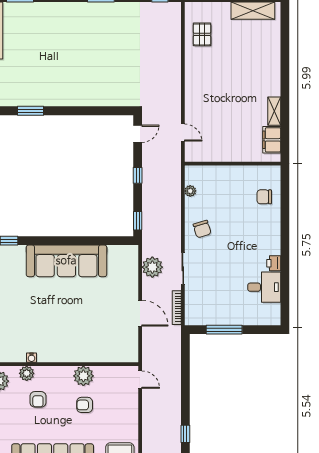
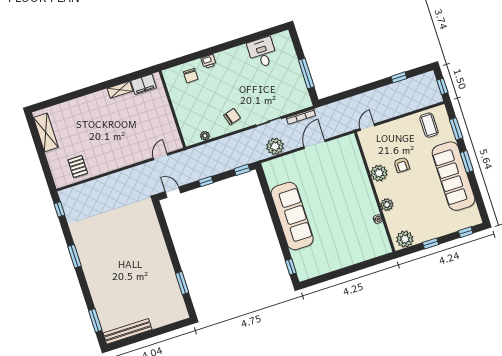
pallet: (202, 34) -> (78, 167), turned 90
printer: (274, 263) -> (209, 61), moved
plant: (27, 373) -> (387, 205), moved
armchair: (38, 399) -> (409, 203), removed

